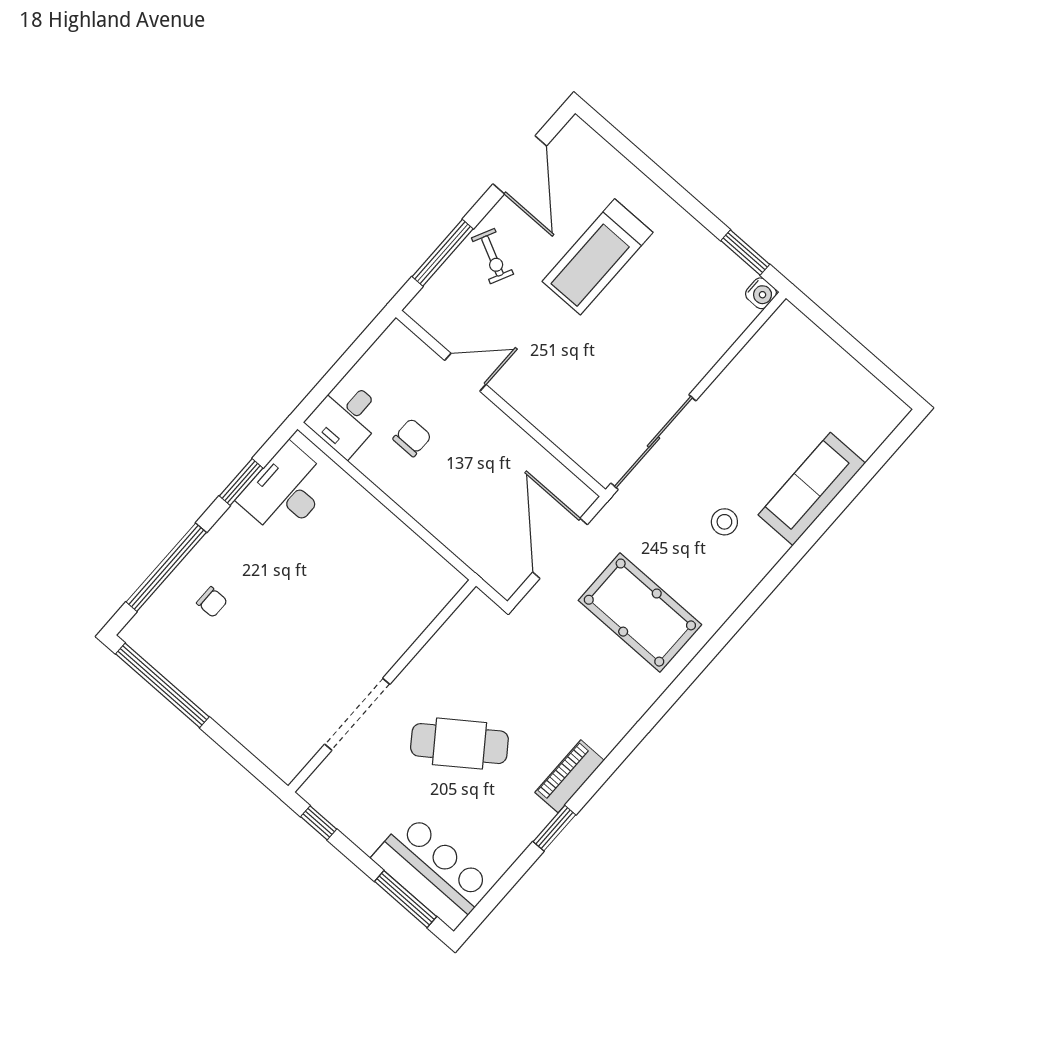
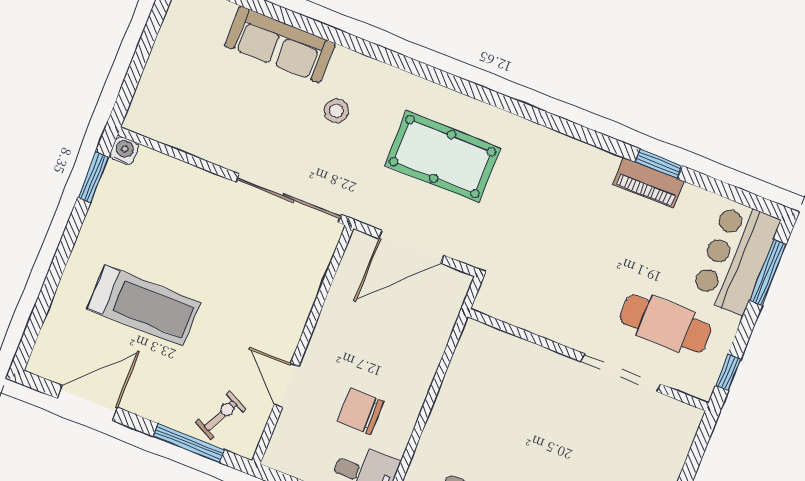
exercise bike: (492, 256) -> (221, 416), moved
chair: (412, 438) -> (361, 412), width x1.37, depth x1.37
pool table: (640, 613) -> (443, 157), turned 90
cafe table: (459, 744) -> (666, 324), moved, turned -54
piano: (570, 776) -> (648, 183), moved

